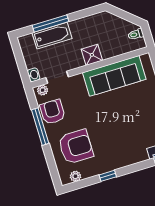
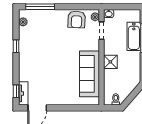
armchair: (53, 112) -> (77, 19), turned 93
window: (40, 127) -> (40, 7), moved
armchair: (76, 147) -> (45, 29), removed

